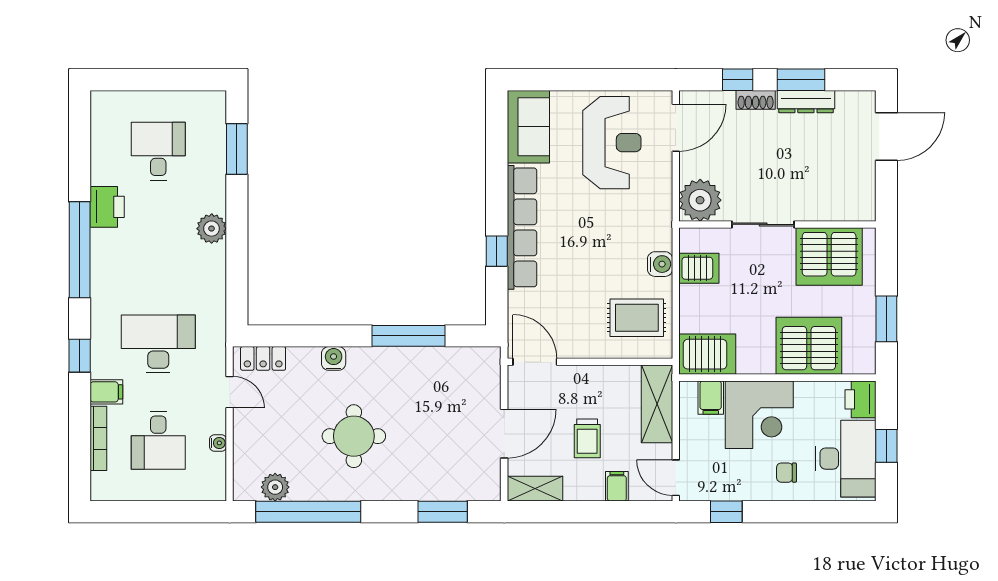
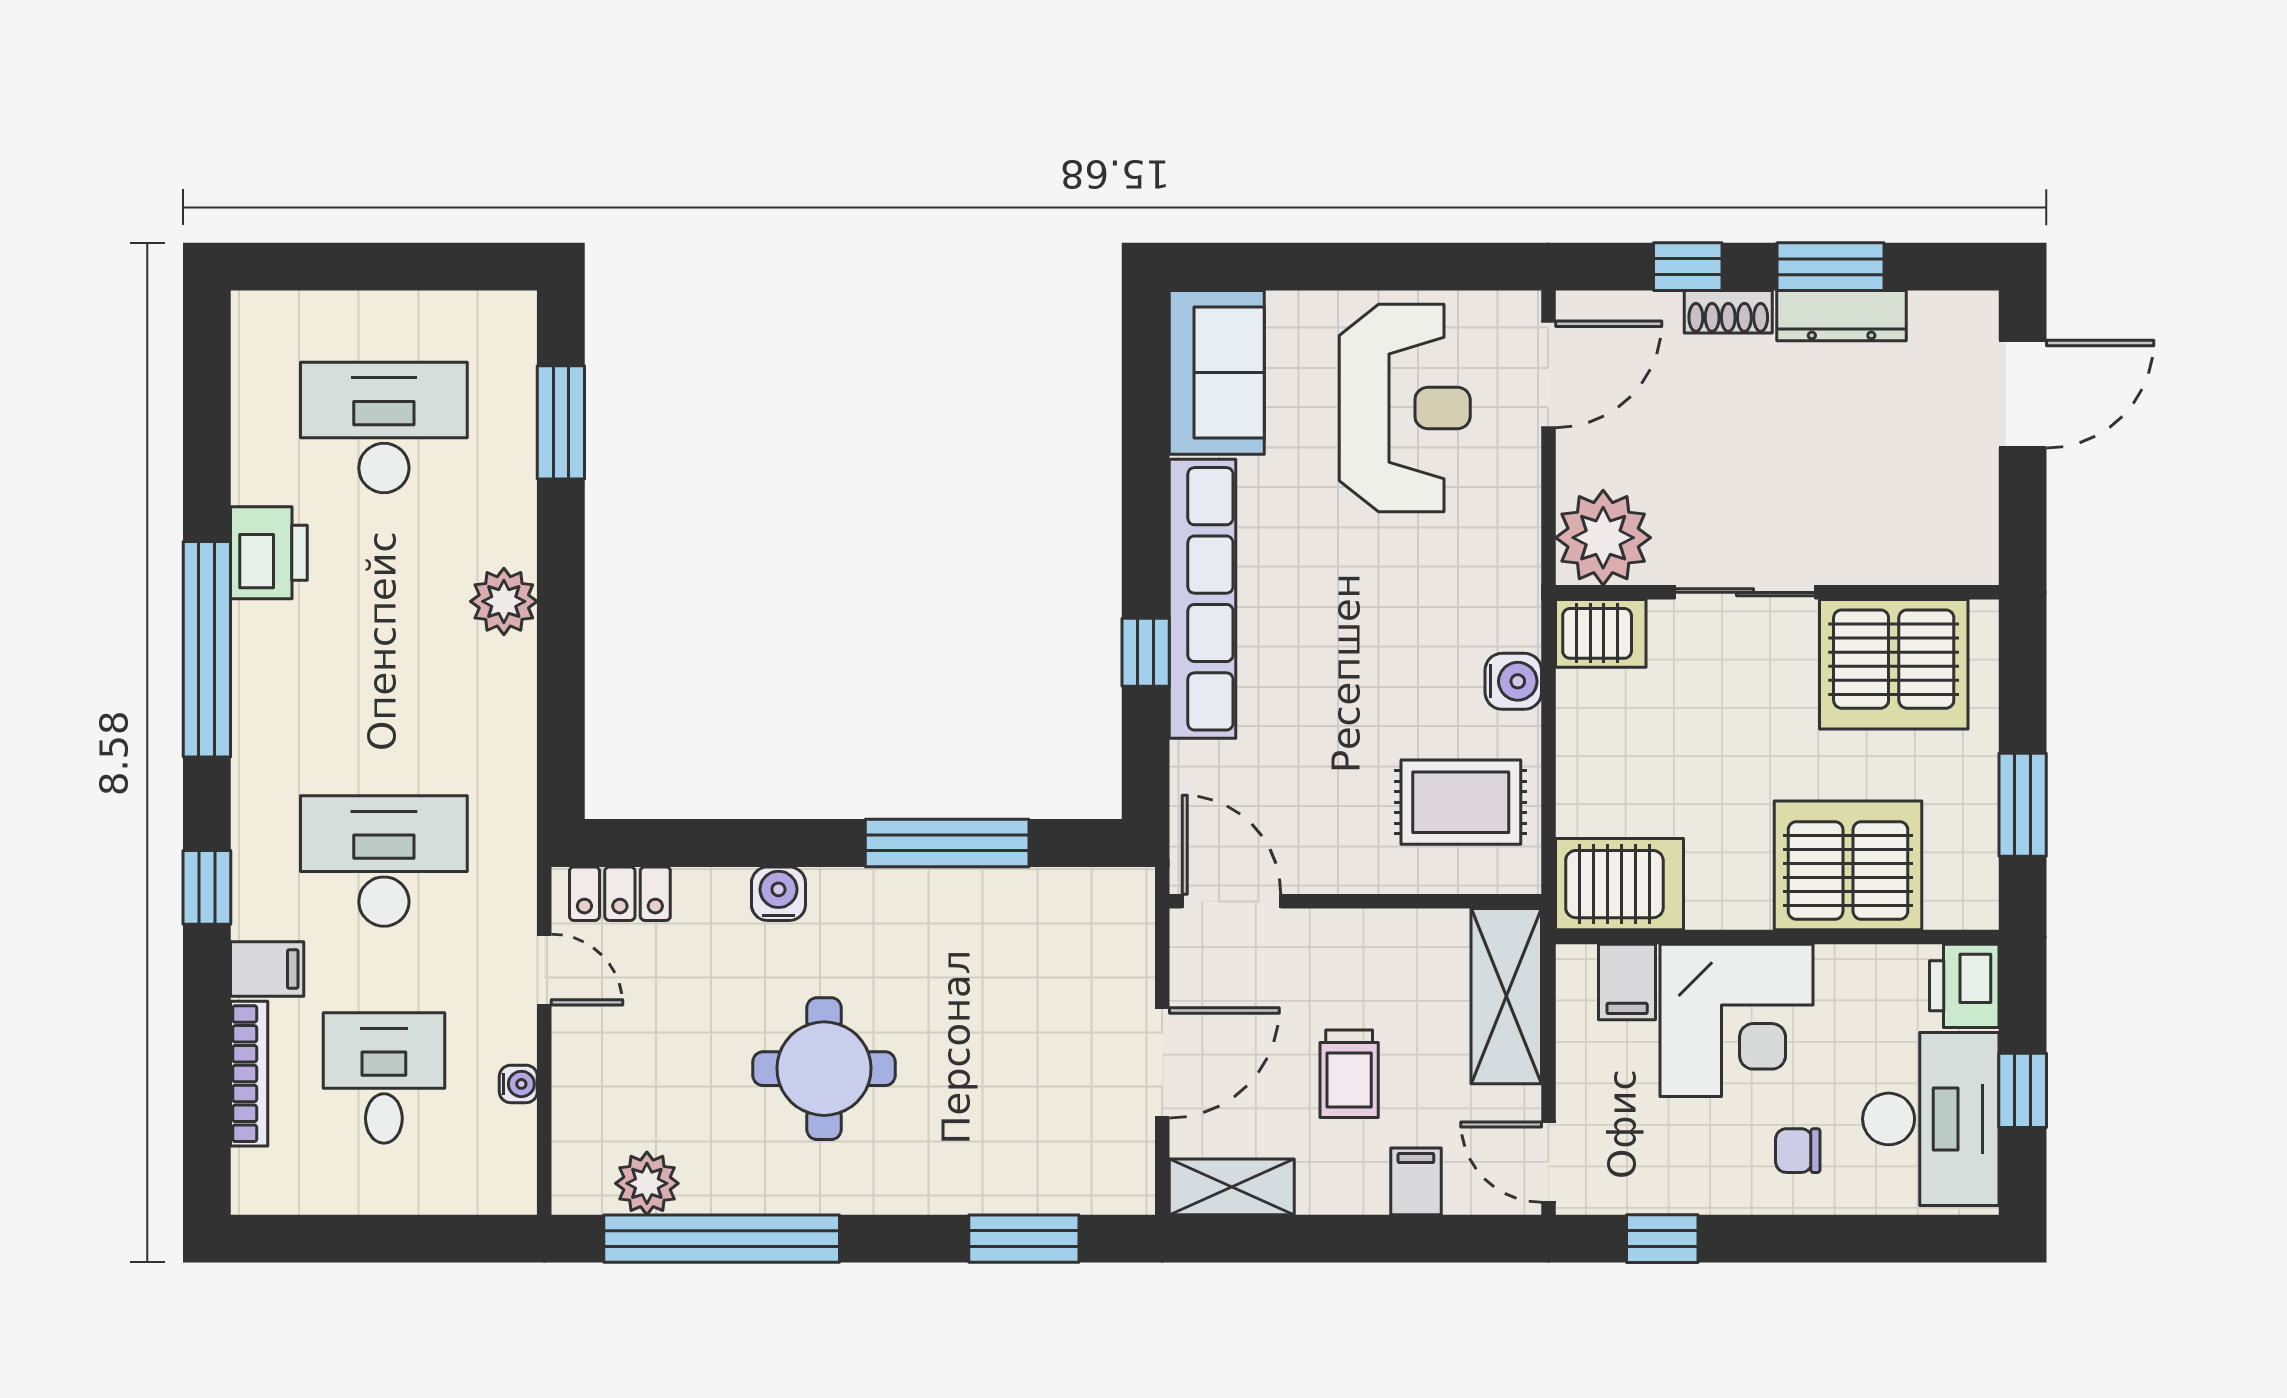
desk: (158, 151) -> (384, 427), width x1.37
server rack: (699, 268) -> (1601, 633), moved
desk: (158, 440) -> (384, 1078), turned 180

